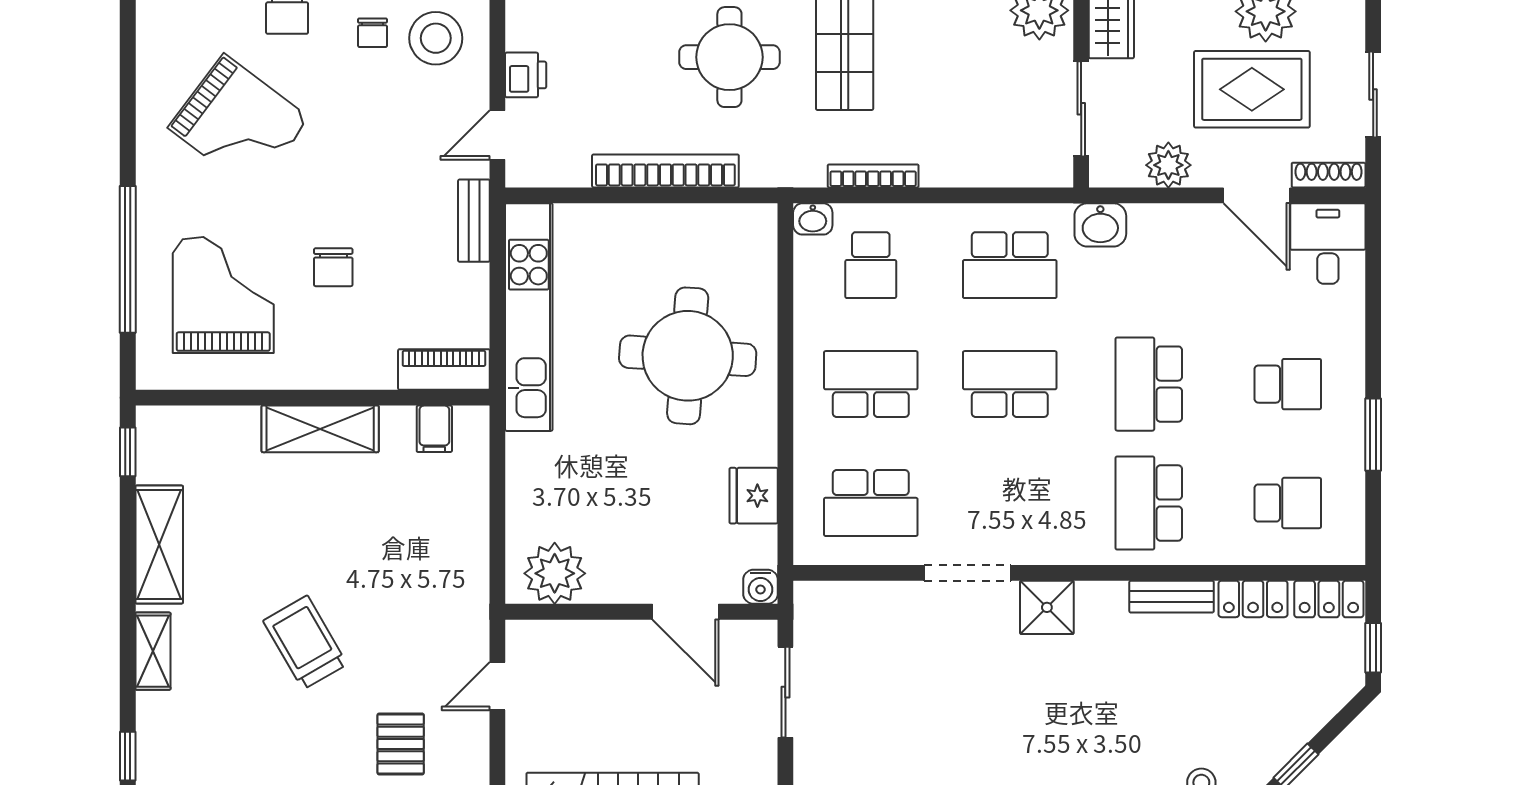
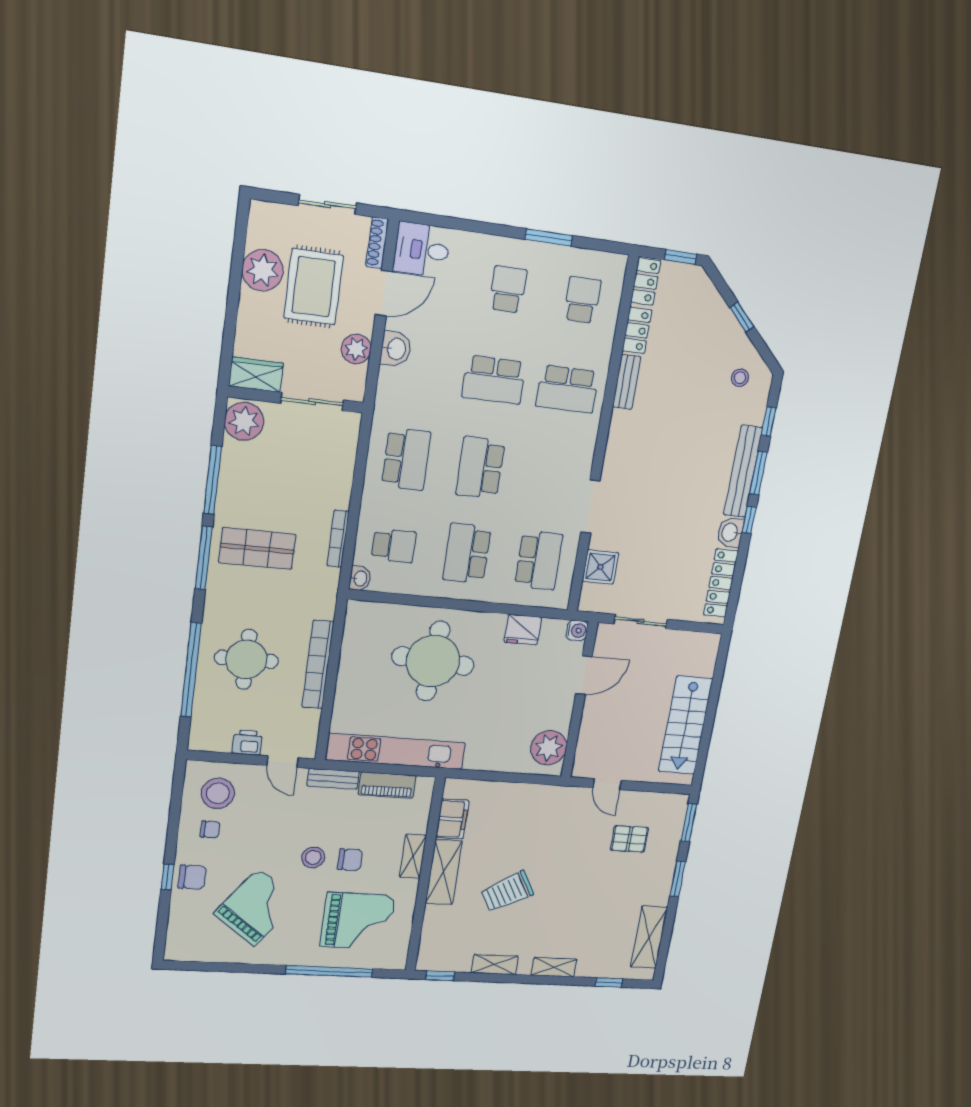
round table: (729, 57) -> (246, 659), moved
stool: (334, 206) -> (313, 857), added
washbasin: (1100, 225) -> (396, 349), moved
grand piano: (223, 295) -> (358, 921), turned 180
piano: (444, 369) -> (387, 785), moved, turned -90
shelving: (346, 372) -> (413, 856), added
filing cabinet: (434, 429) -> (452, 819), width x2.00
shelving: (159, 545) -> (495, 965), width x0.67, depth x0.75
shower: (1047, 607) -> (600, 567), moved
trolley: (305, 642) -> (507, 892), moved

